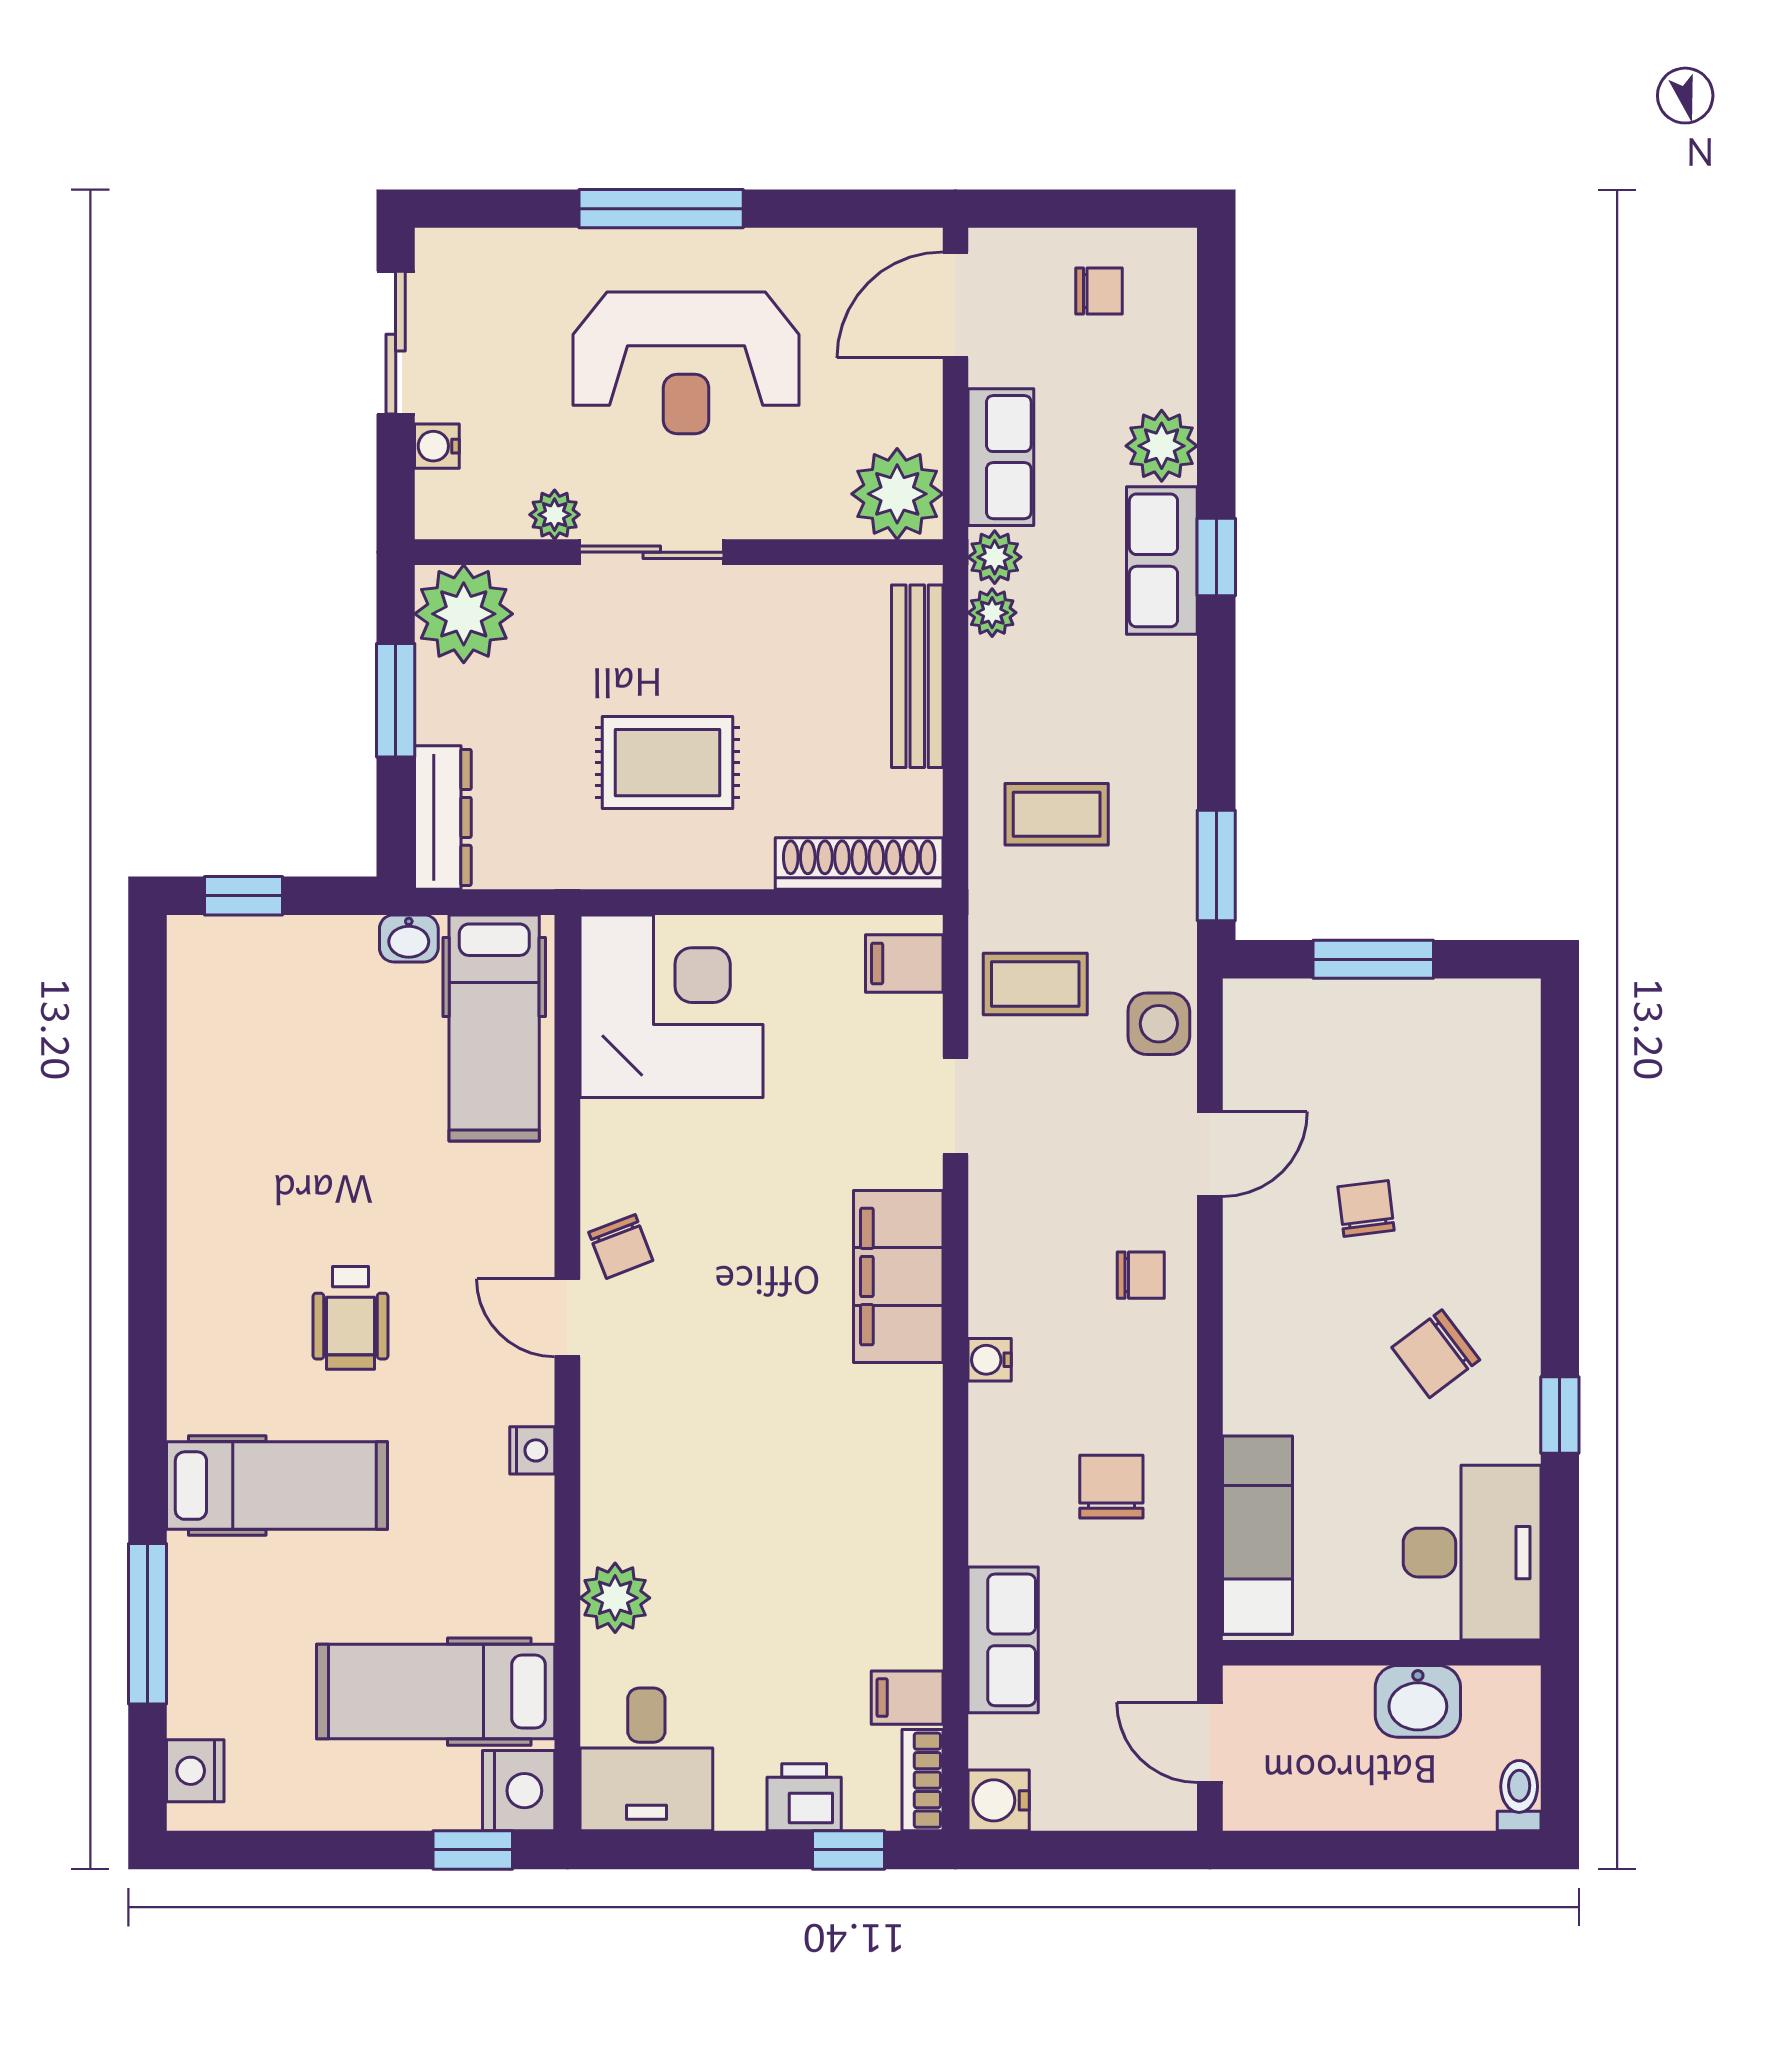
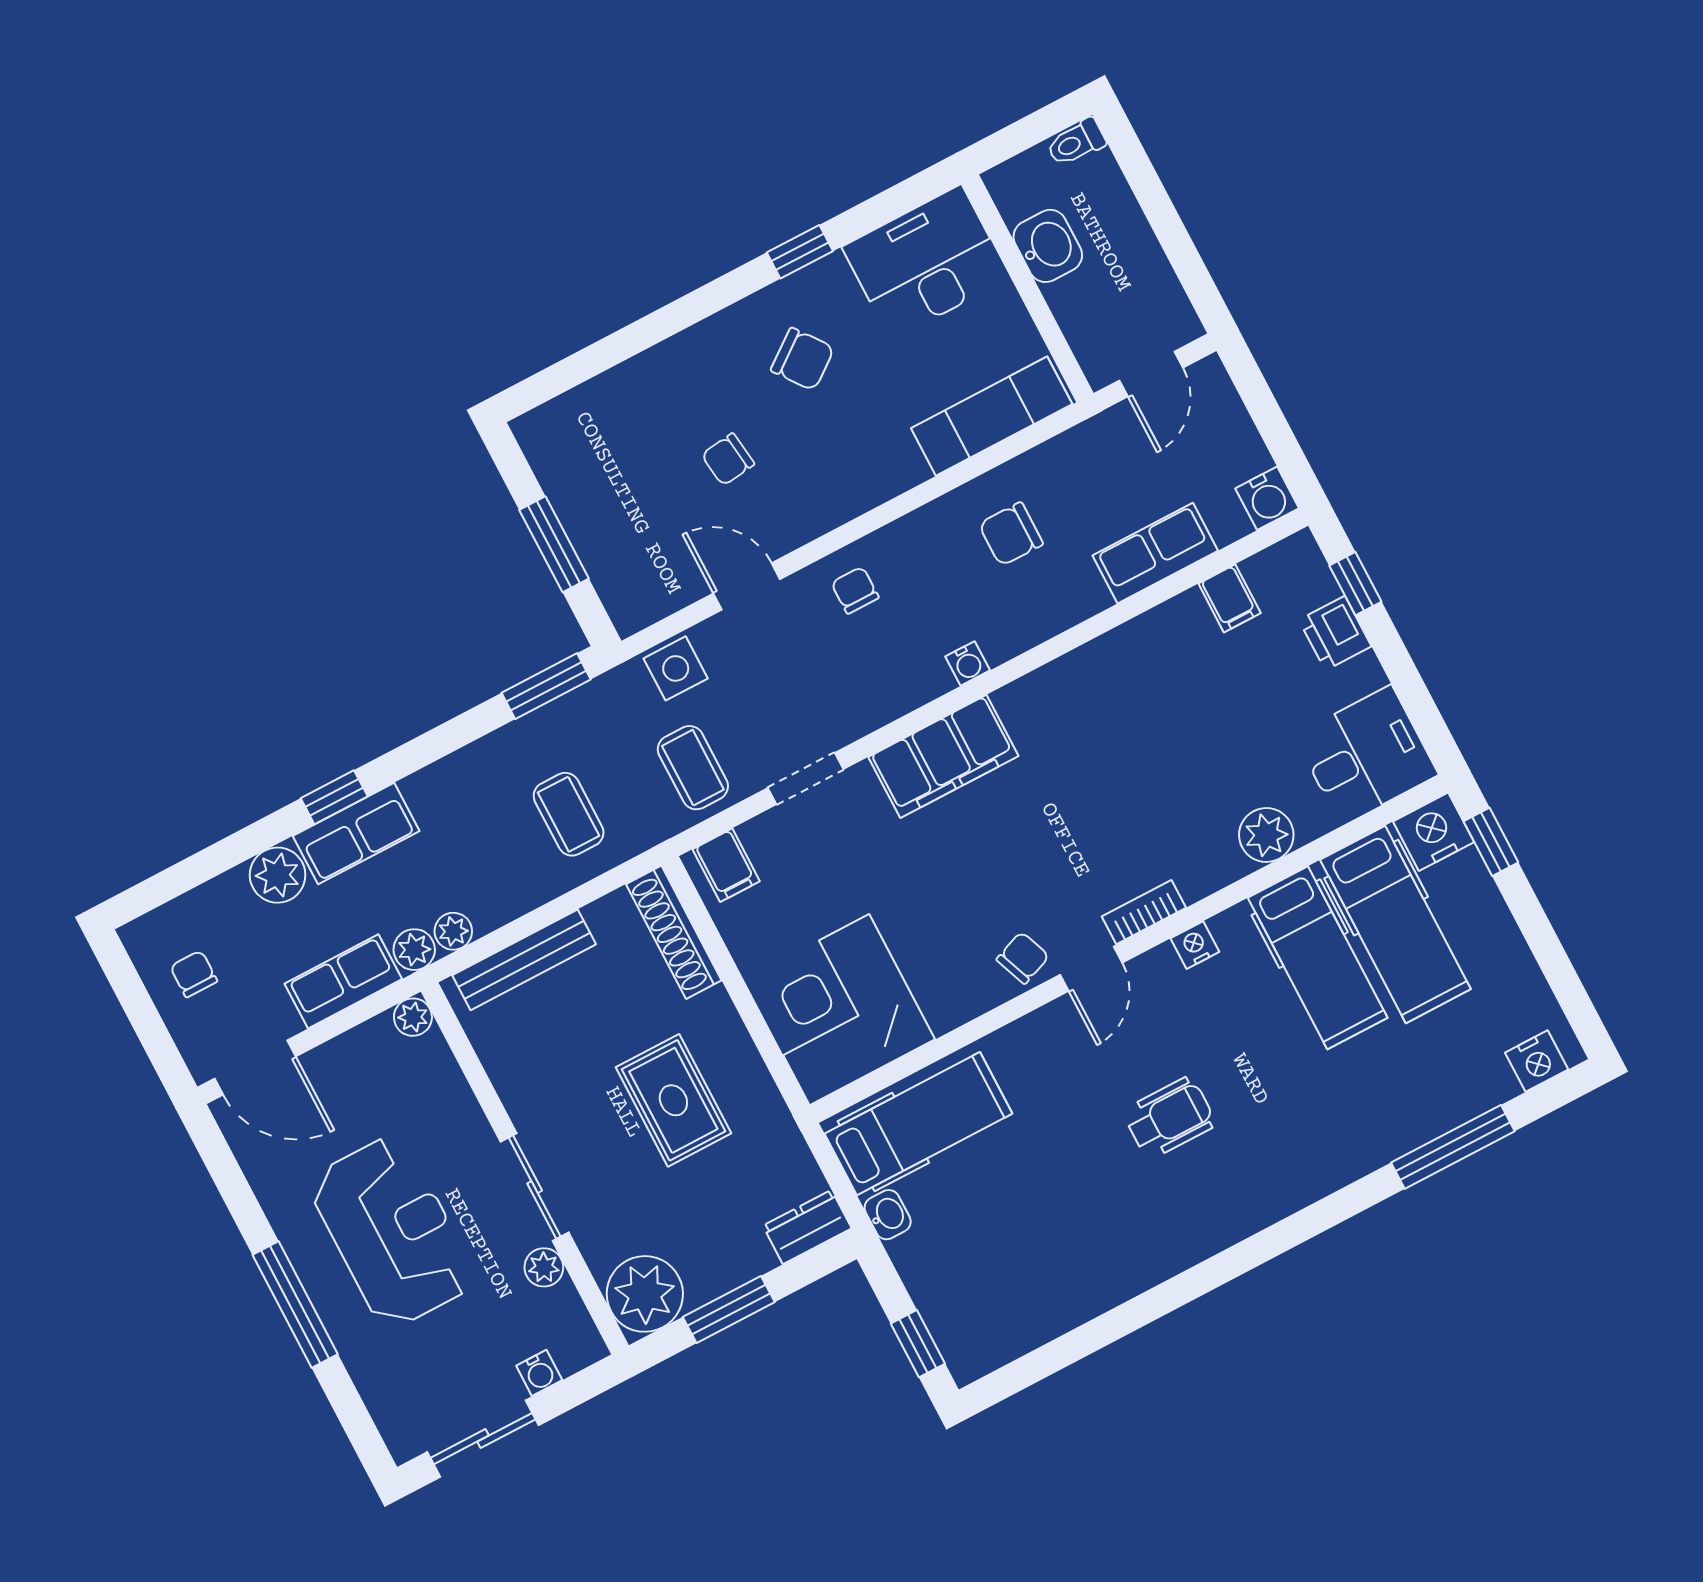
plant: (897, 494) -> (413, 1017), width x0.53, depth x0.53
dresser: (443, 817) -> (807, 1227), width x0.70
hospital bed: (277, 1486) -> (1318, 958), moved, turned 180
bookcase: (922, 1780) -> (1144, 912), moved, turned 180

